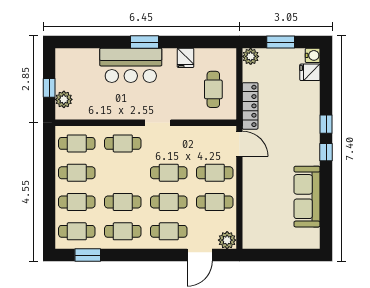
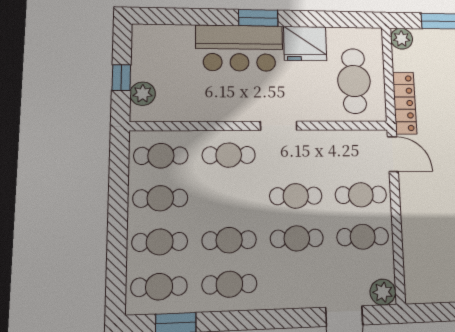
fridge: (186, 58) -> (305, 44), width x1.88, depth x1.34
cafe table: (213, 89) -> (354, 81), width x1.37, depth x1.35
cafe table: (169, 231) -> (298, 282), removed

